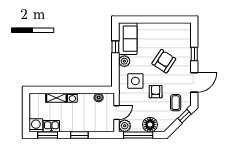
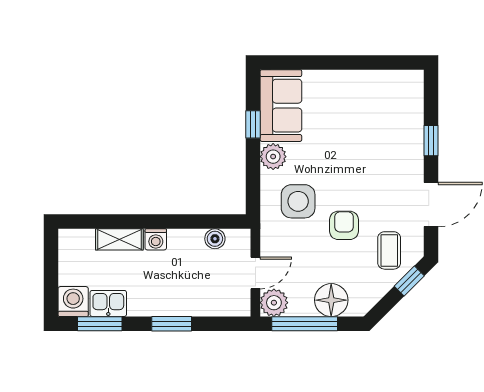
armchair: (164, 61) -> (363, 157), removed

